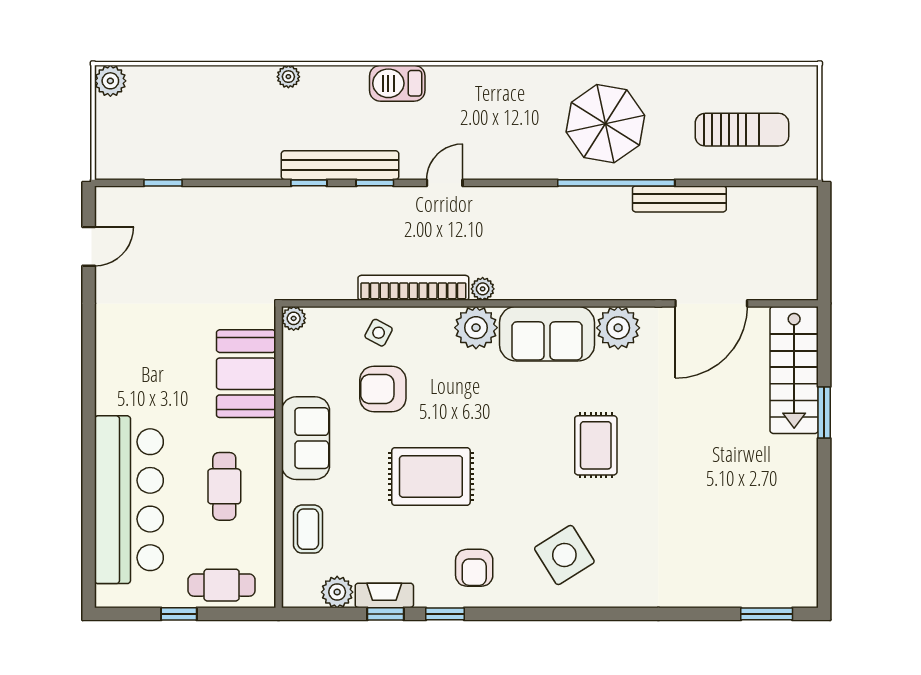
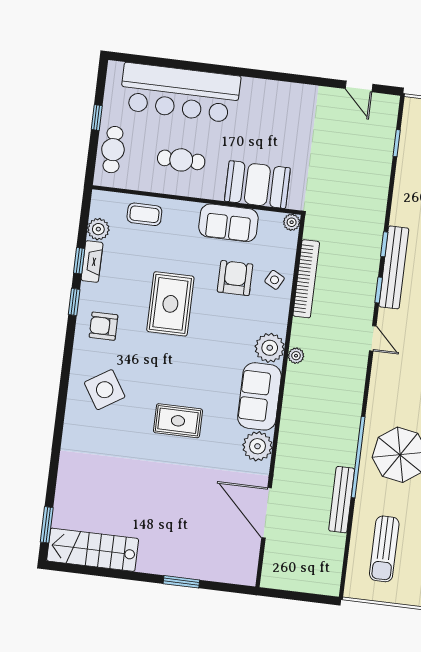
bookcase: (413, 288) -> (306, 279), moved
stairs: (794, 370) -> (93, 550), moved
sofa: (306, 438) -> (228, 223), moved

